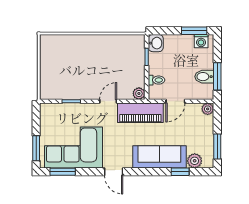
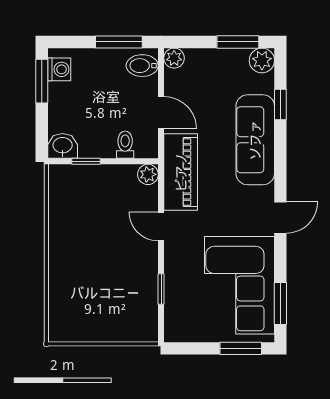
bidet: (204, 77) -> (142, 66), moved, turned 90
plant: (195, 161) -> (262, 61), moved

